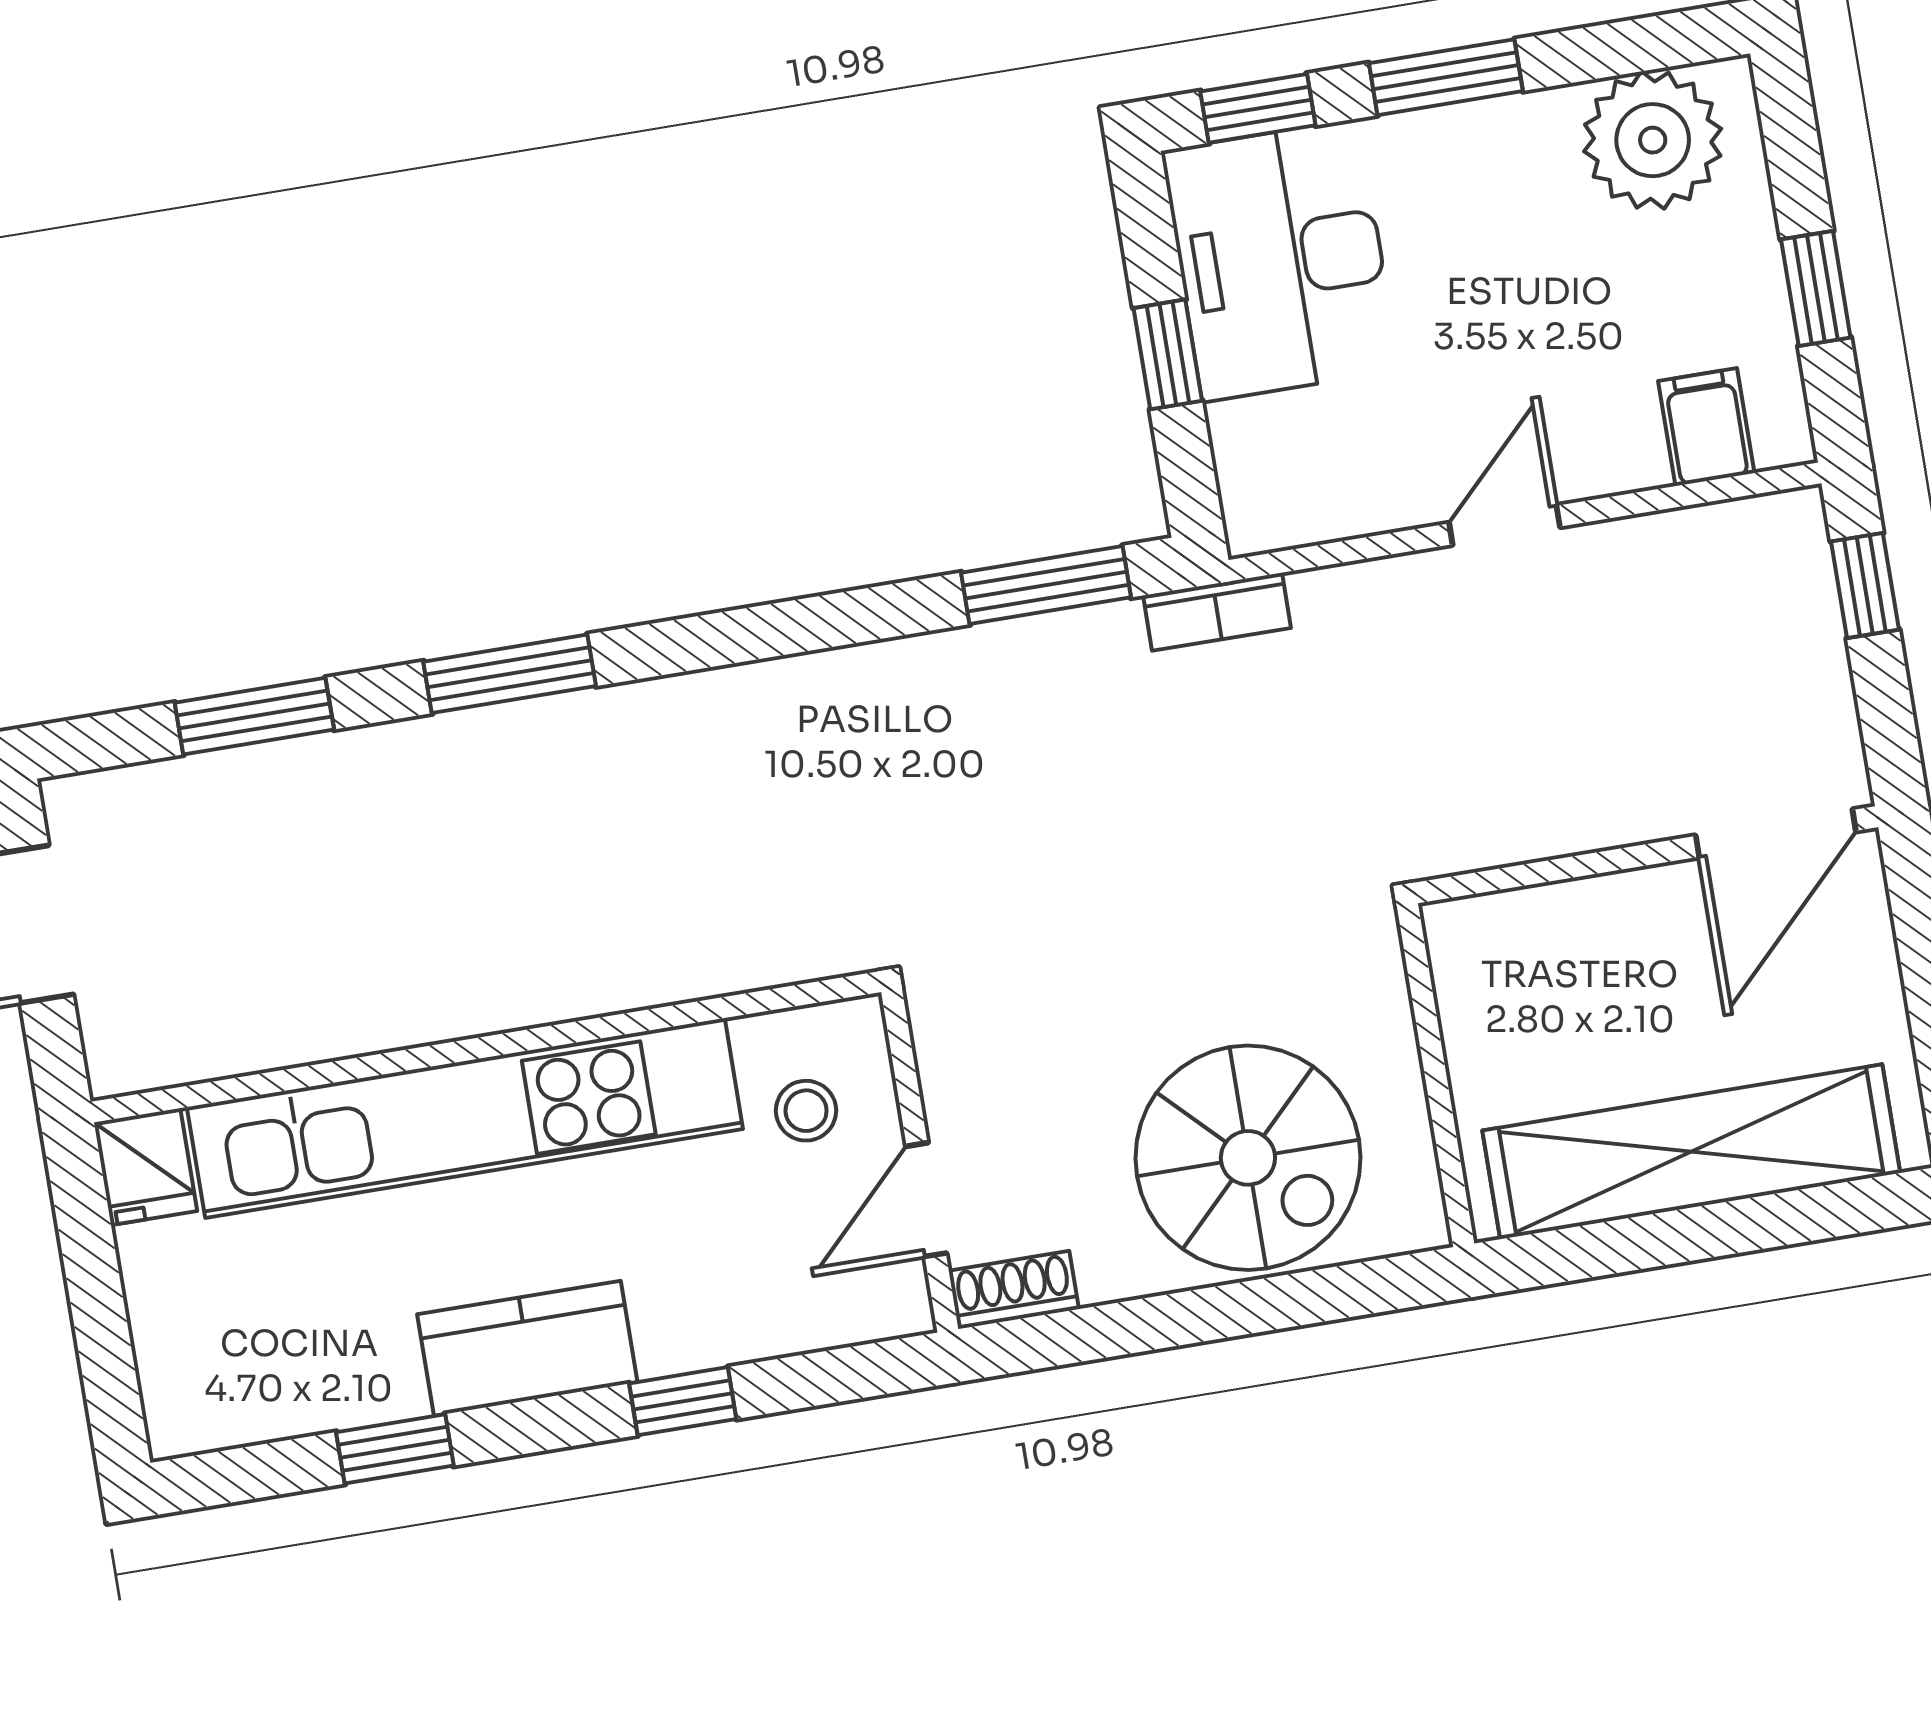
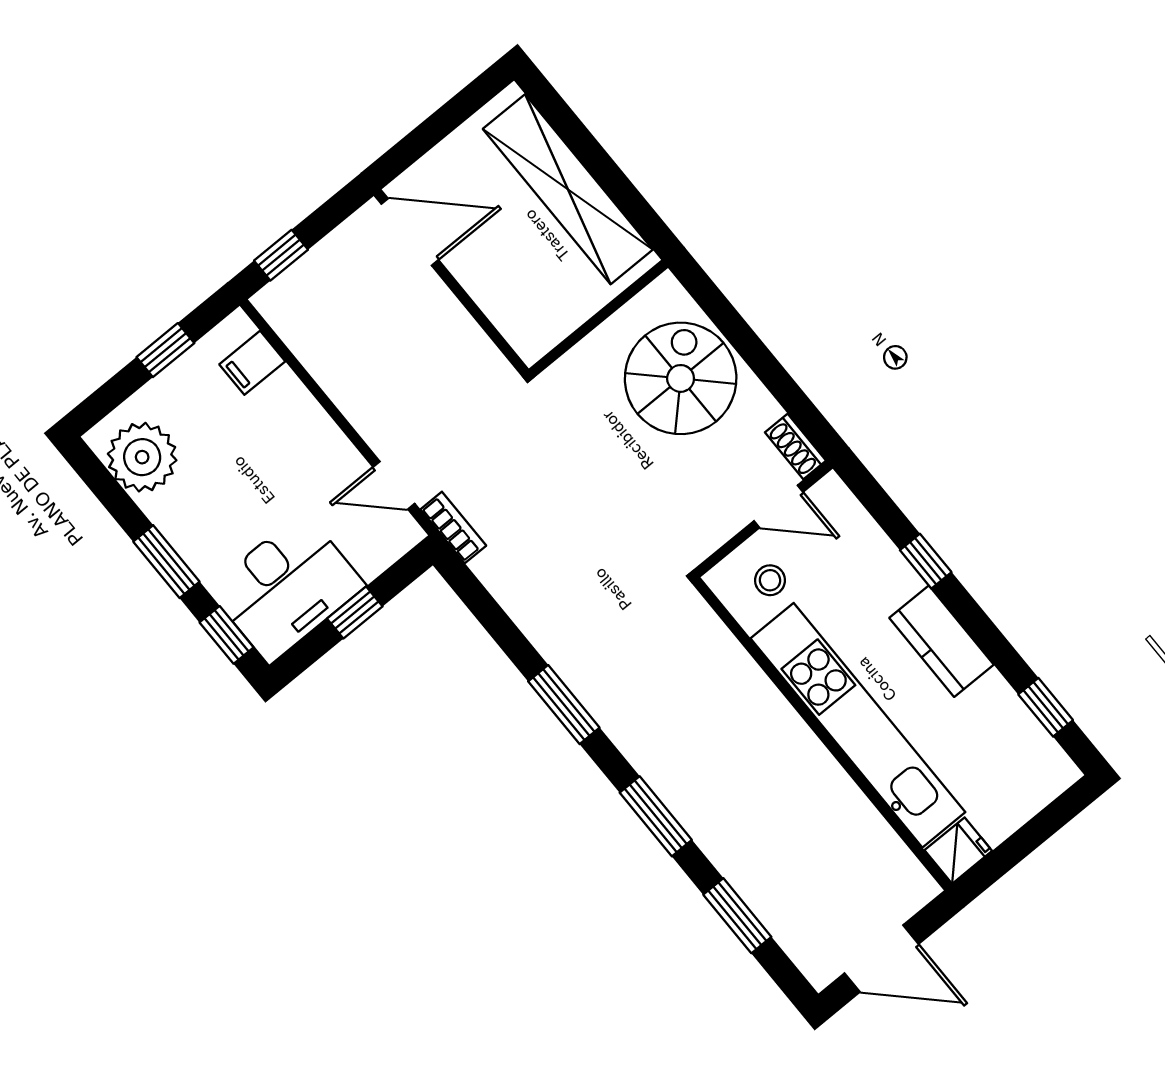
door: (1505, 525) -> (394, 485), moved
window: (1046, 585) -> (564, 705), moved
window: (395, 1449) -> (1046, 707), moved

